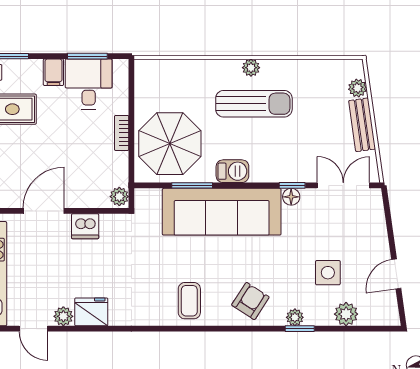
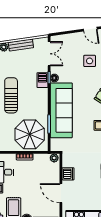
barbecue: (232, 171) -> (42, 80), moved
double door: (343, 185) -> (49, 54), swing flipped

